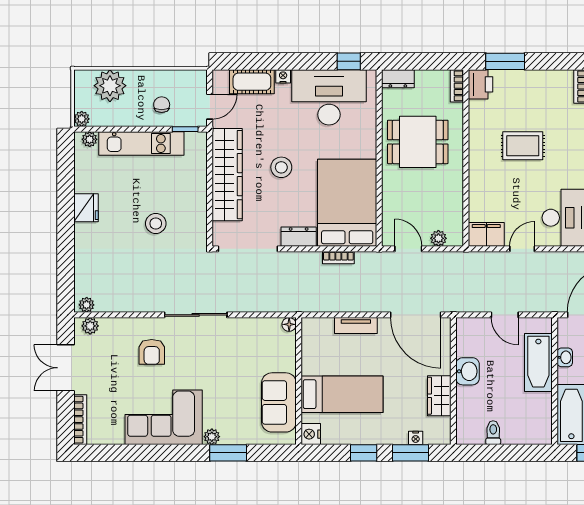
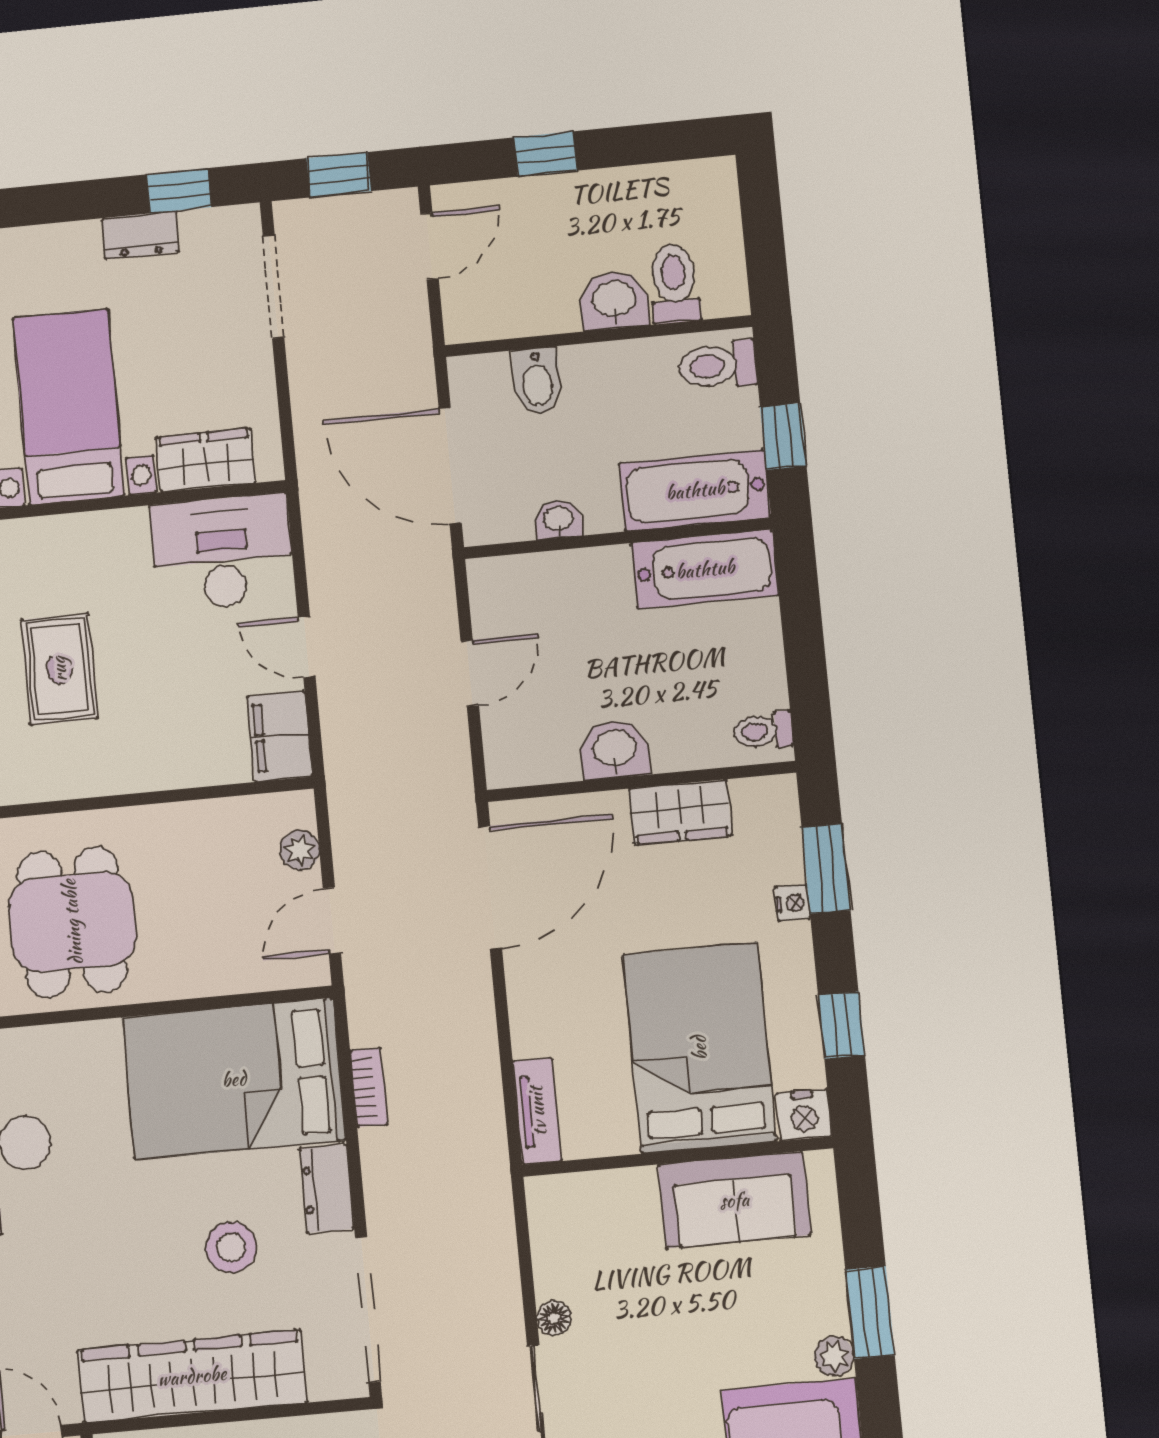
stool: (281, 167) -> (231, 1247), moved
floor lamp: (289, 324) -> (554, 1318), moved
tv unit: (356, 326) -> (537, 1111), moved
bathtub: (538, 363) -> (705, 569), moved
bed: (342, 394) -> (699, 1048), width x1.50
toilet: (493, 433) -> (763, 731), moved
nightstand: (416, 438) -> (793, 903), moved
window: (364, 453) -> (841, 1025), moved

